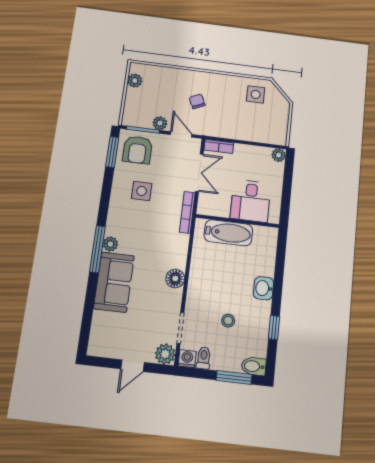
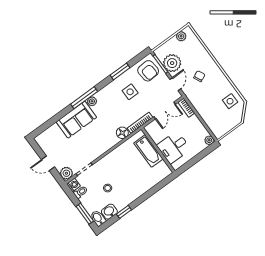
plant: (160, 123) -> (172, 63), width x1.87, depth x1.87
armchair: (138, 150) -> (148, 71), turned -95
window: (112, 152) -> (120, 71), moved
floor lamp: (175, 278) -> (122, 133), moved
washbasin: (264, 288) -> (109, 212), moved

